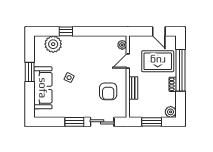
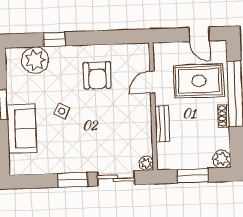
plant: (122, 45) -> (146, 163), moved
sofa: (43, 88) -> (22, 129), width x0.73
armchair: (108, 91) -> (97, 75), moved

